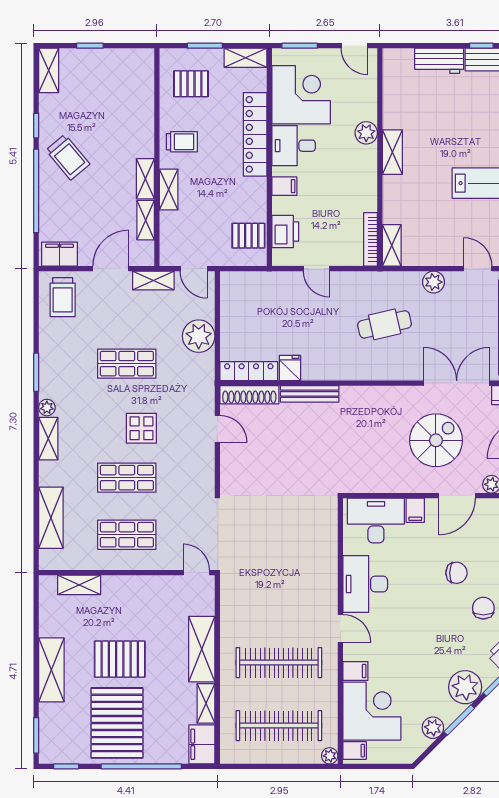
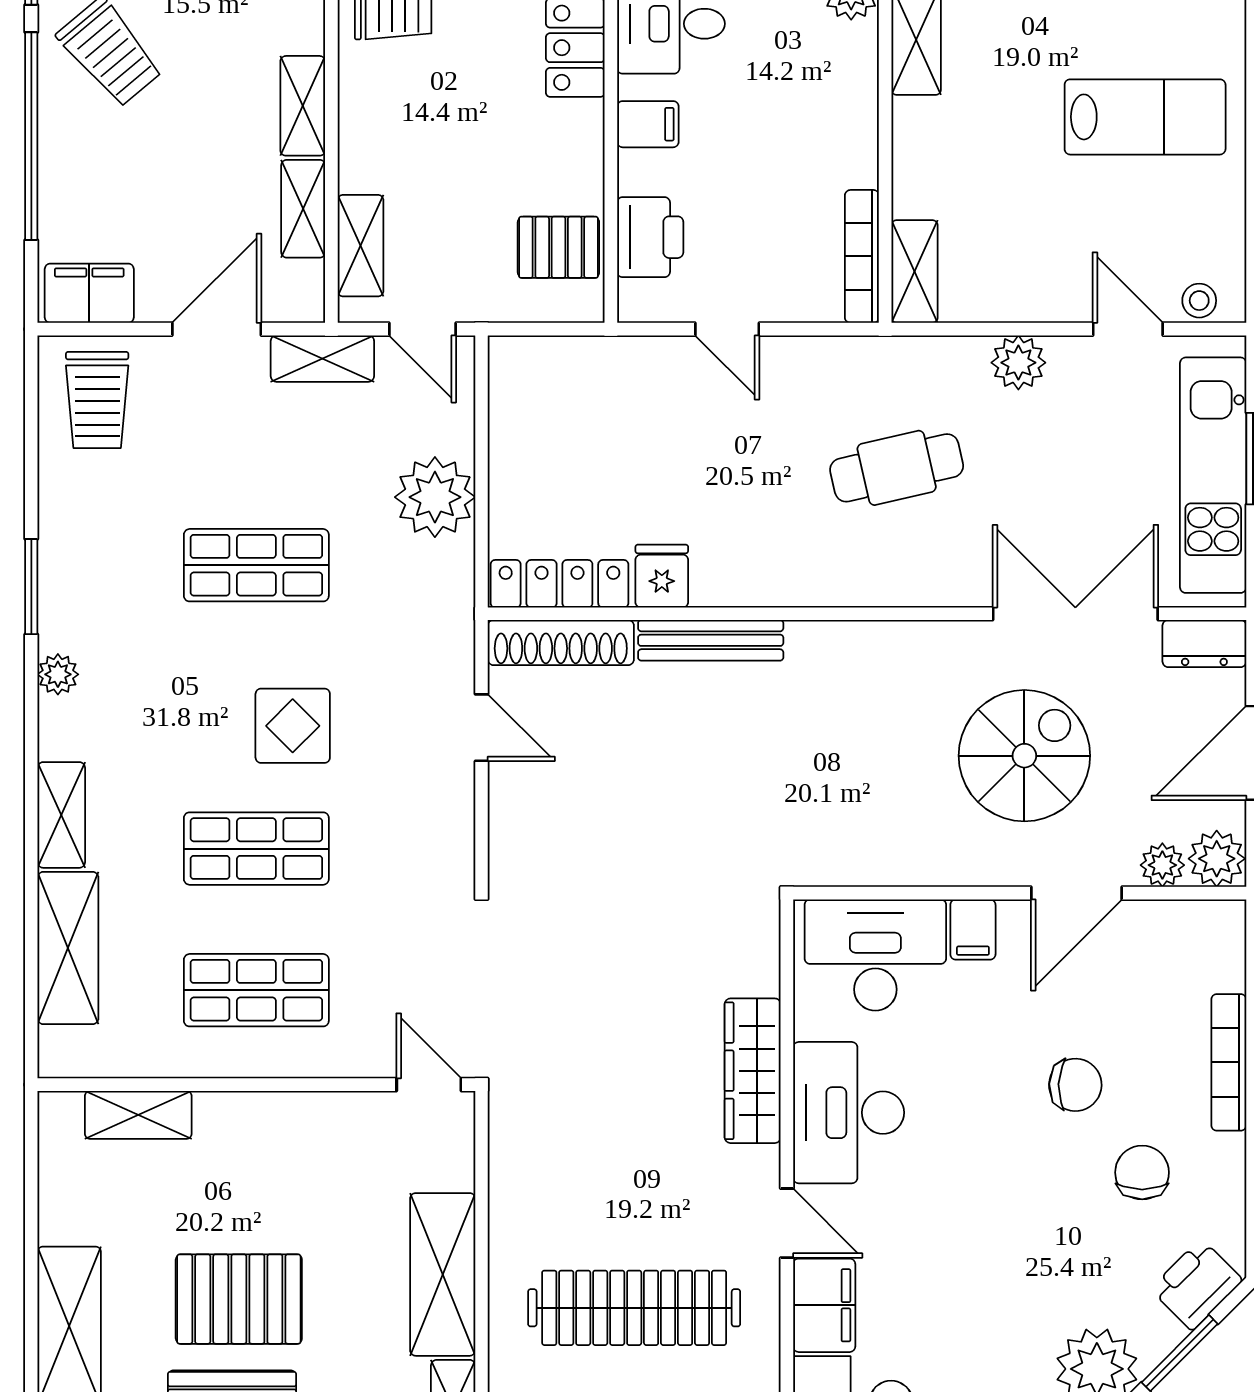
shelving: (169, 189) -> (360, 246), moved
shelving: (48, 439) -> (61, 815), moved
wardrobe: (327, 567) -> (753, 1071), added
filing cabinet: (355, 671) -> (824, 1305), width x2.00

